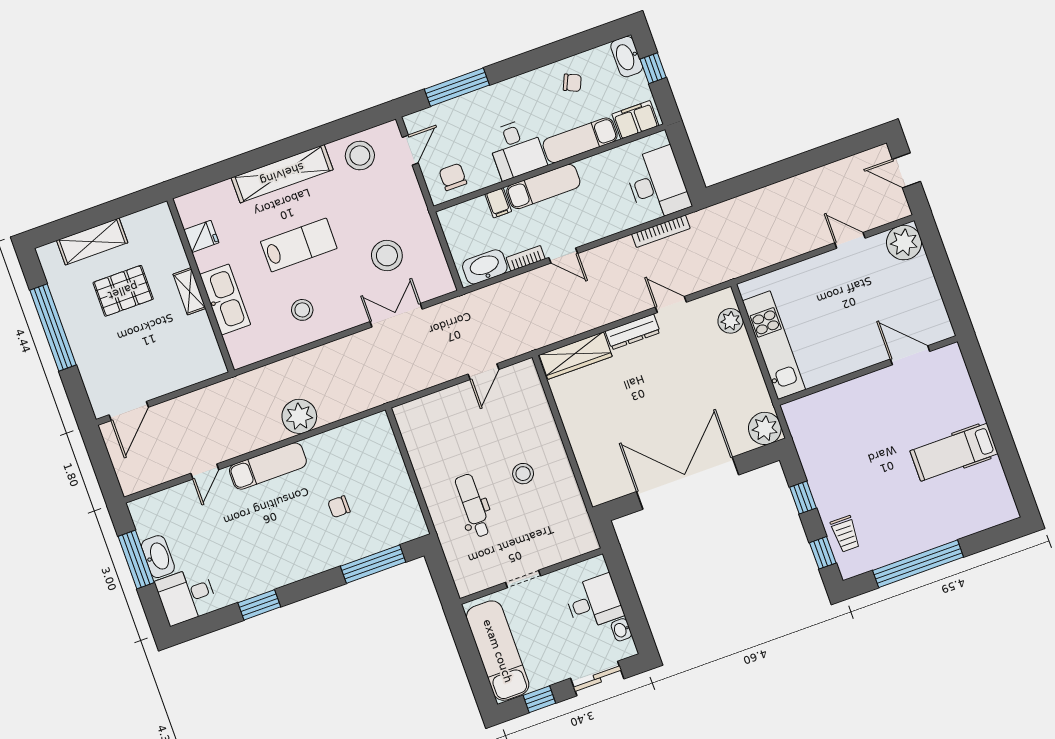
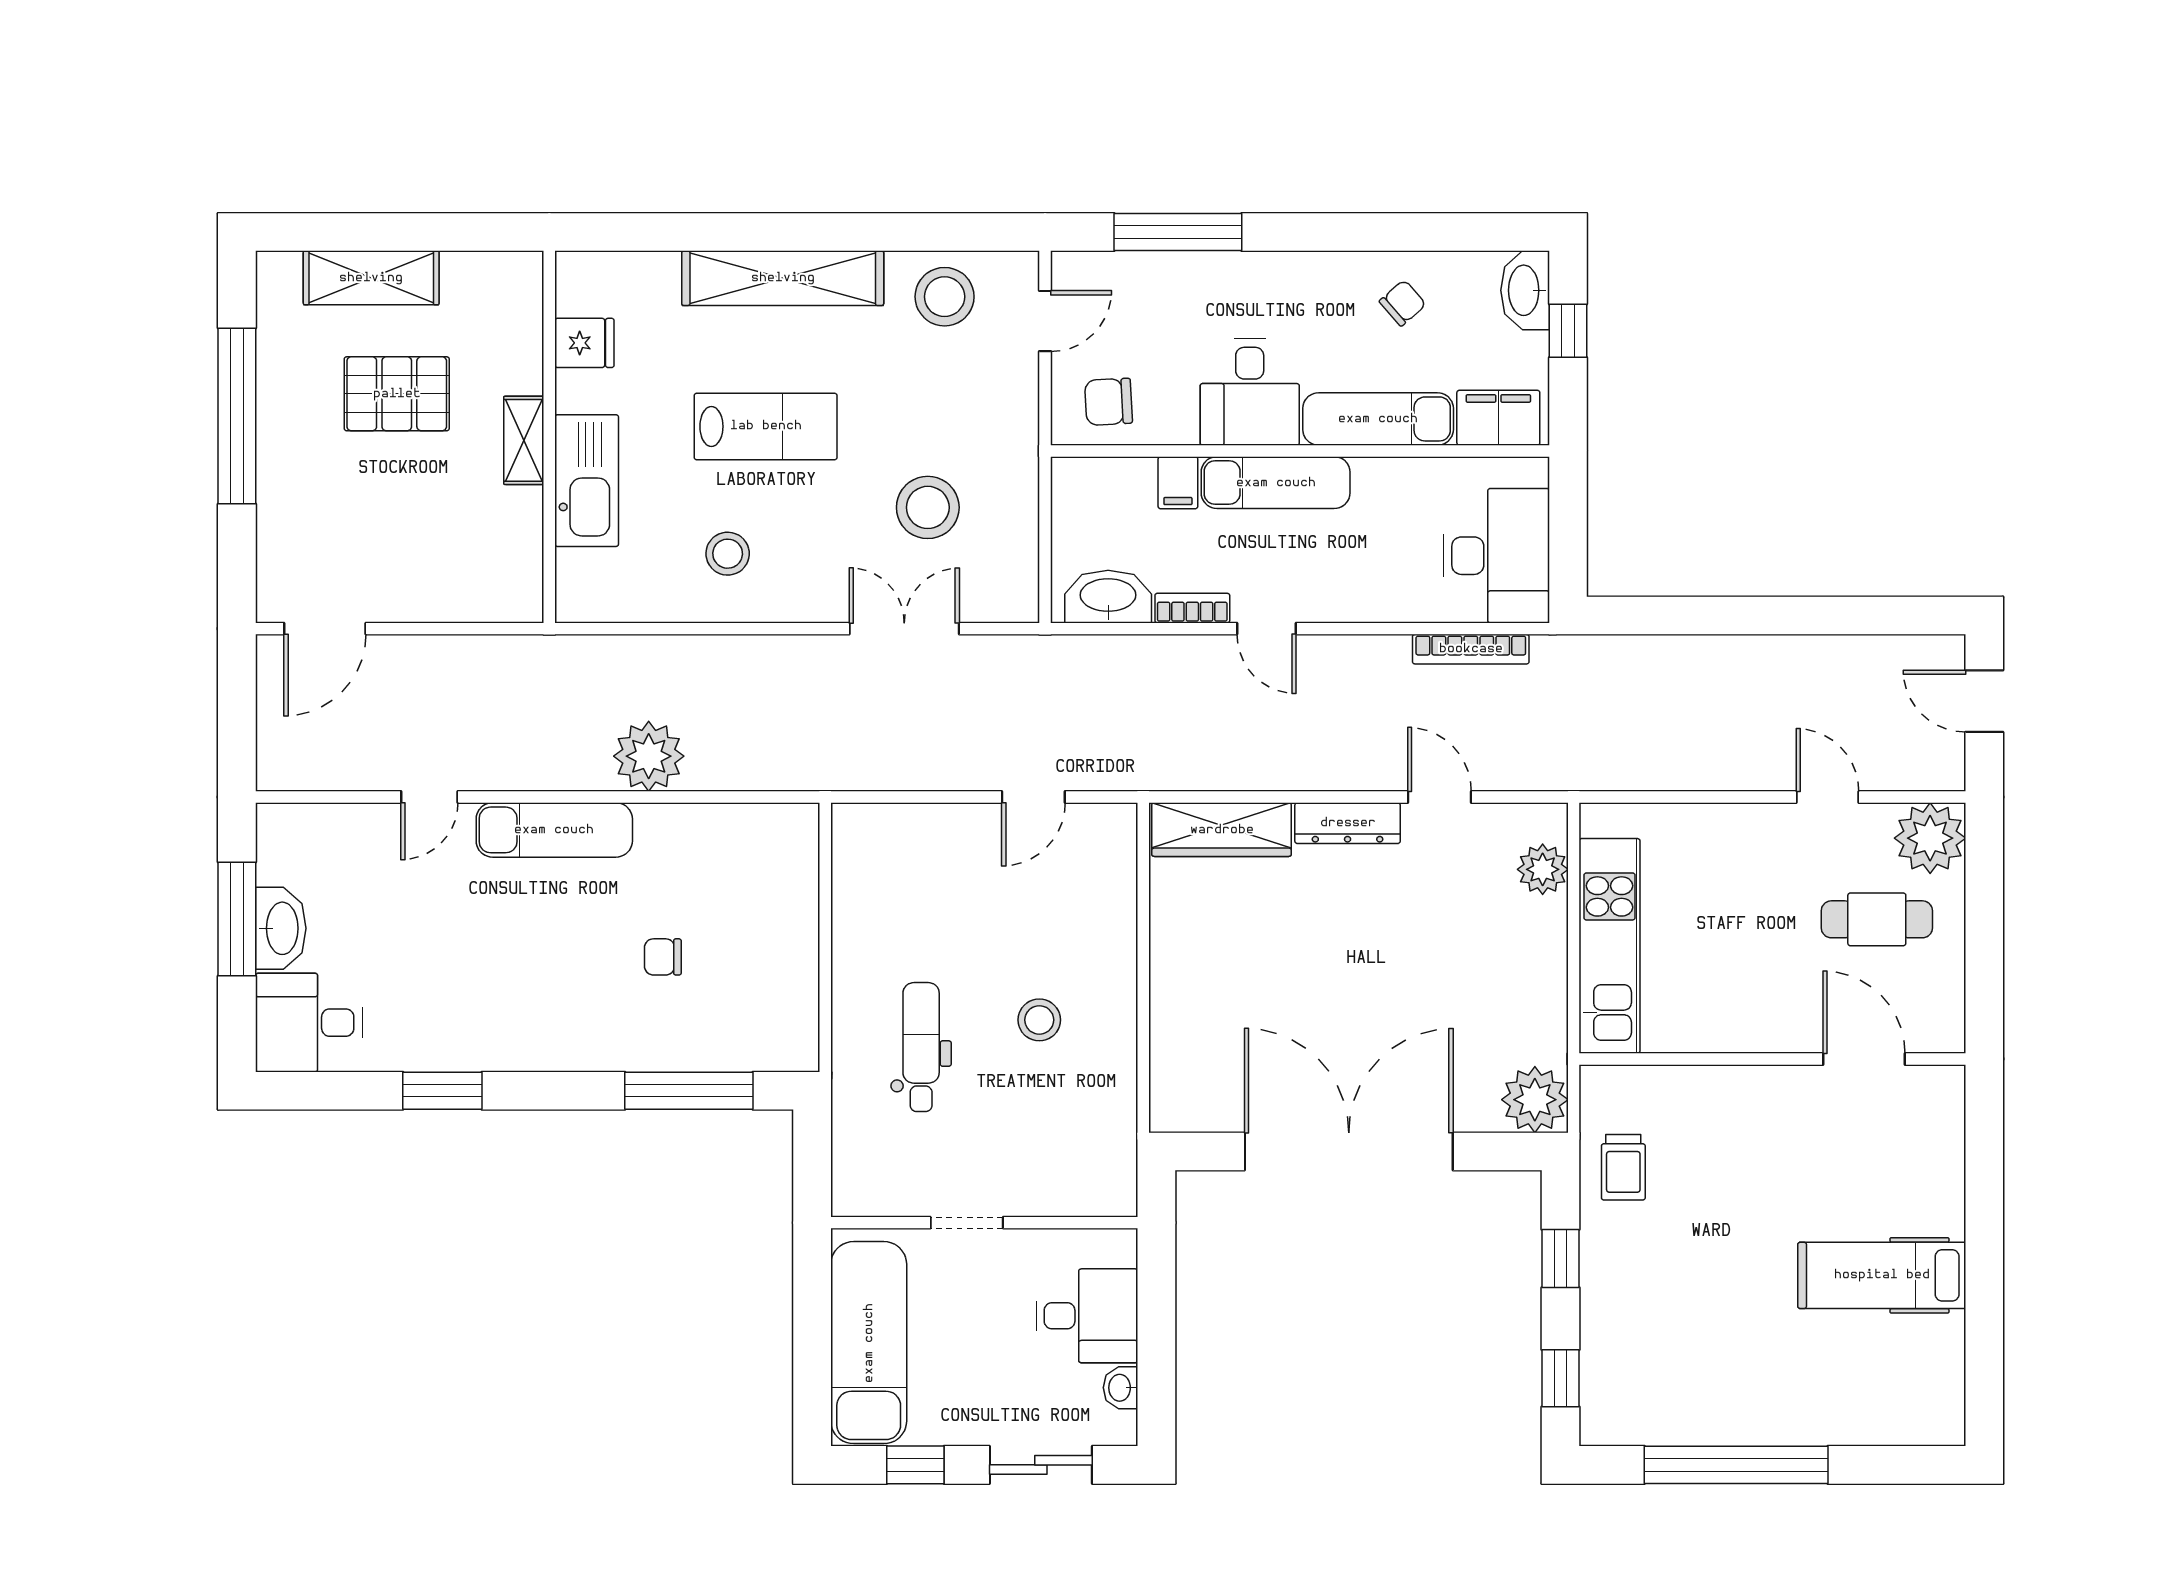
chair: (572, 83) -> (1403, 303), turned -65
chair: (453, 177) -> (1109, 402), turned -93
cafe table: (893, 289) -> (1877, 919), added
trolley: (845, 534) -> (1623, 1167), moved

